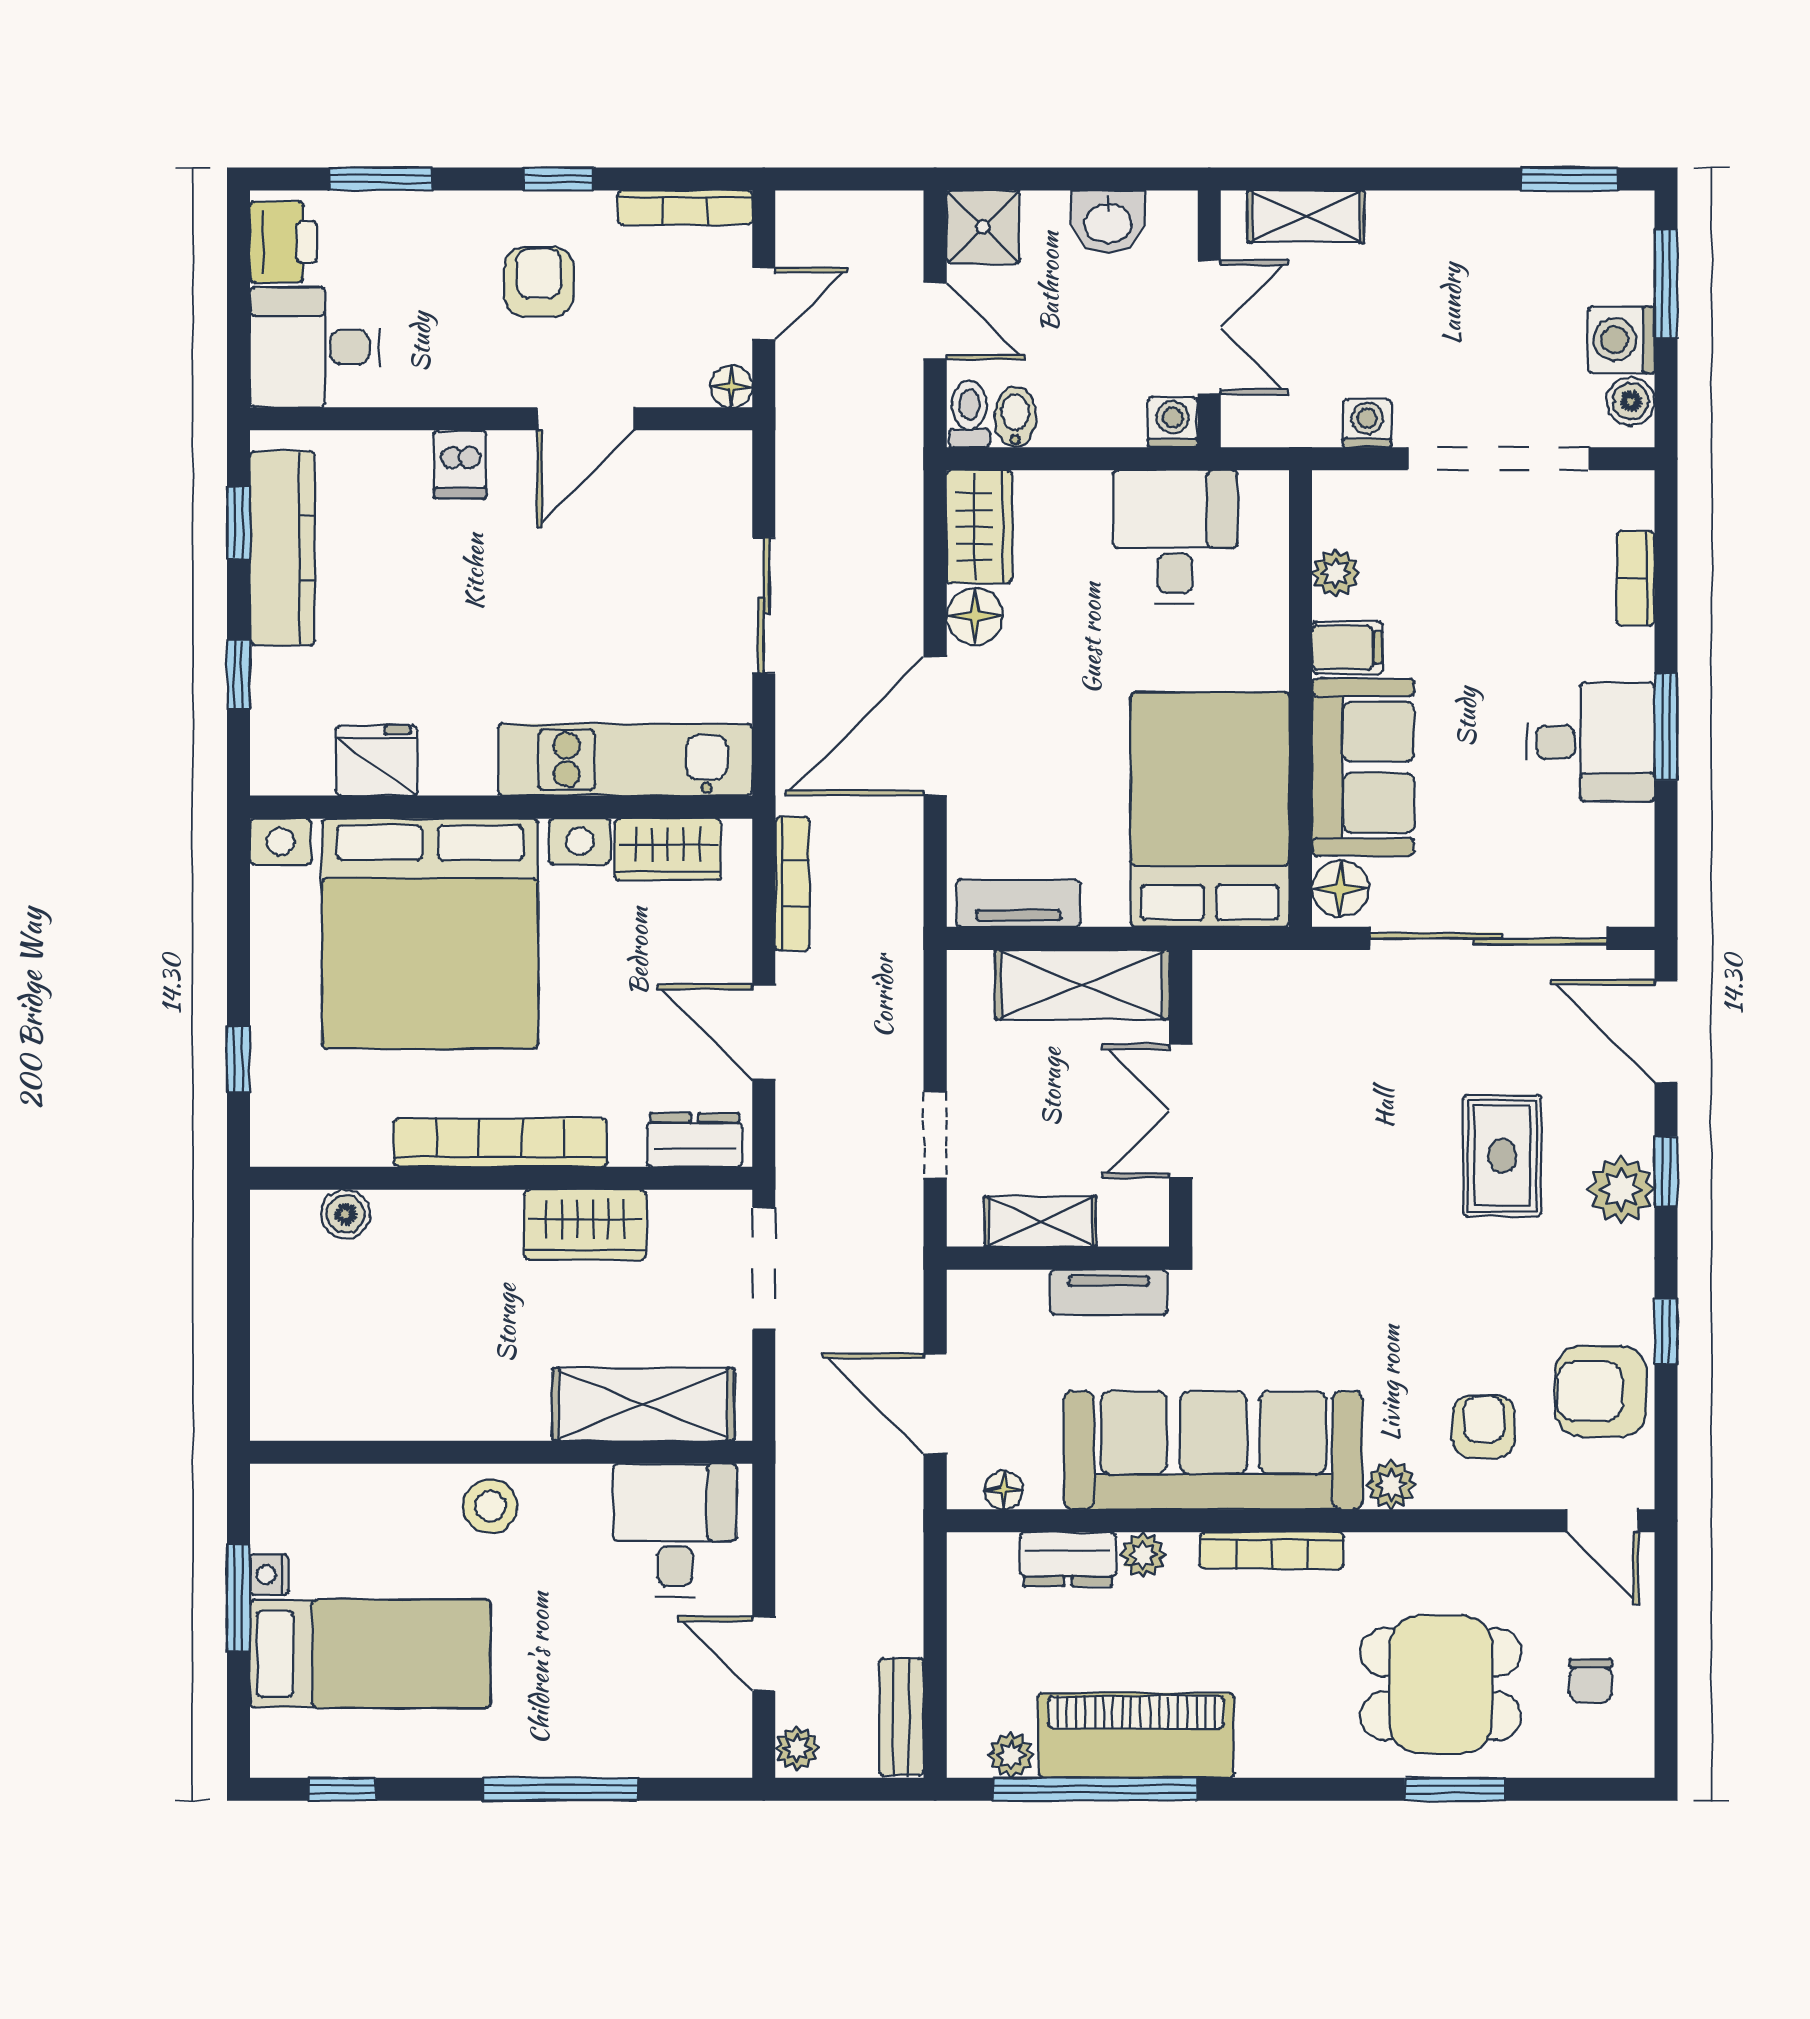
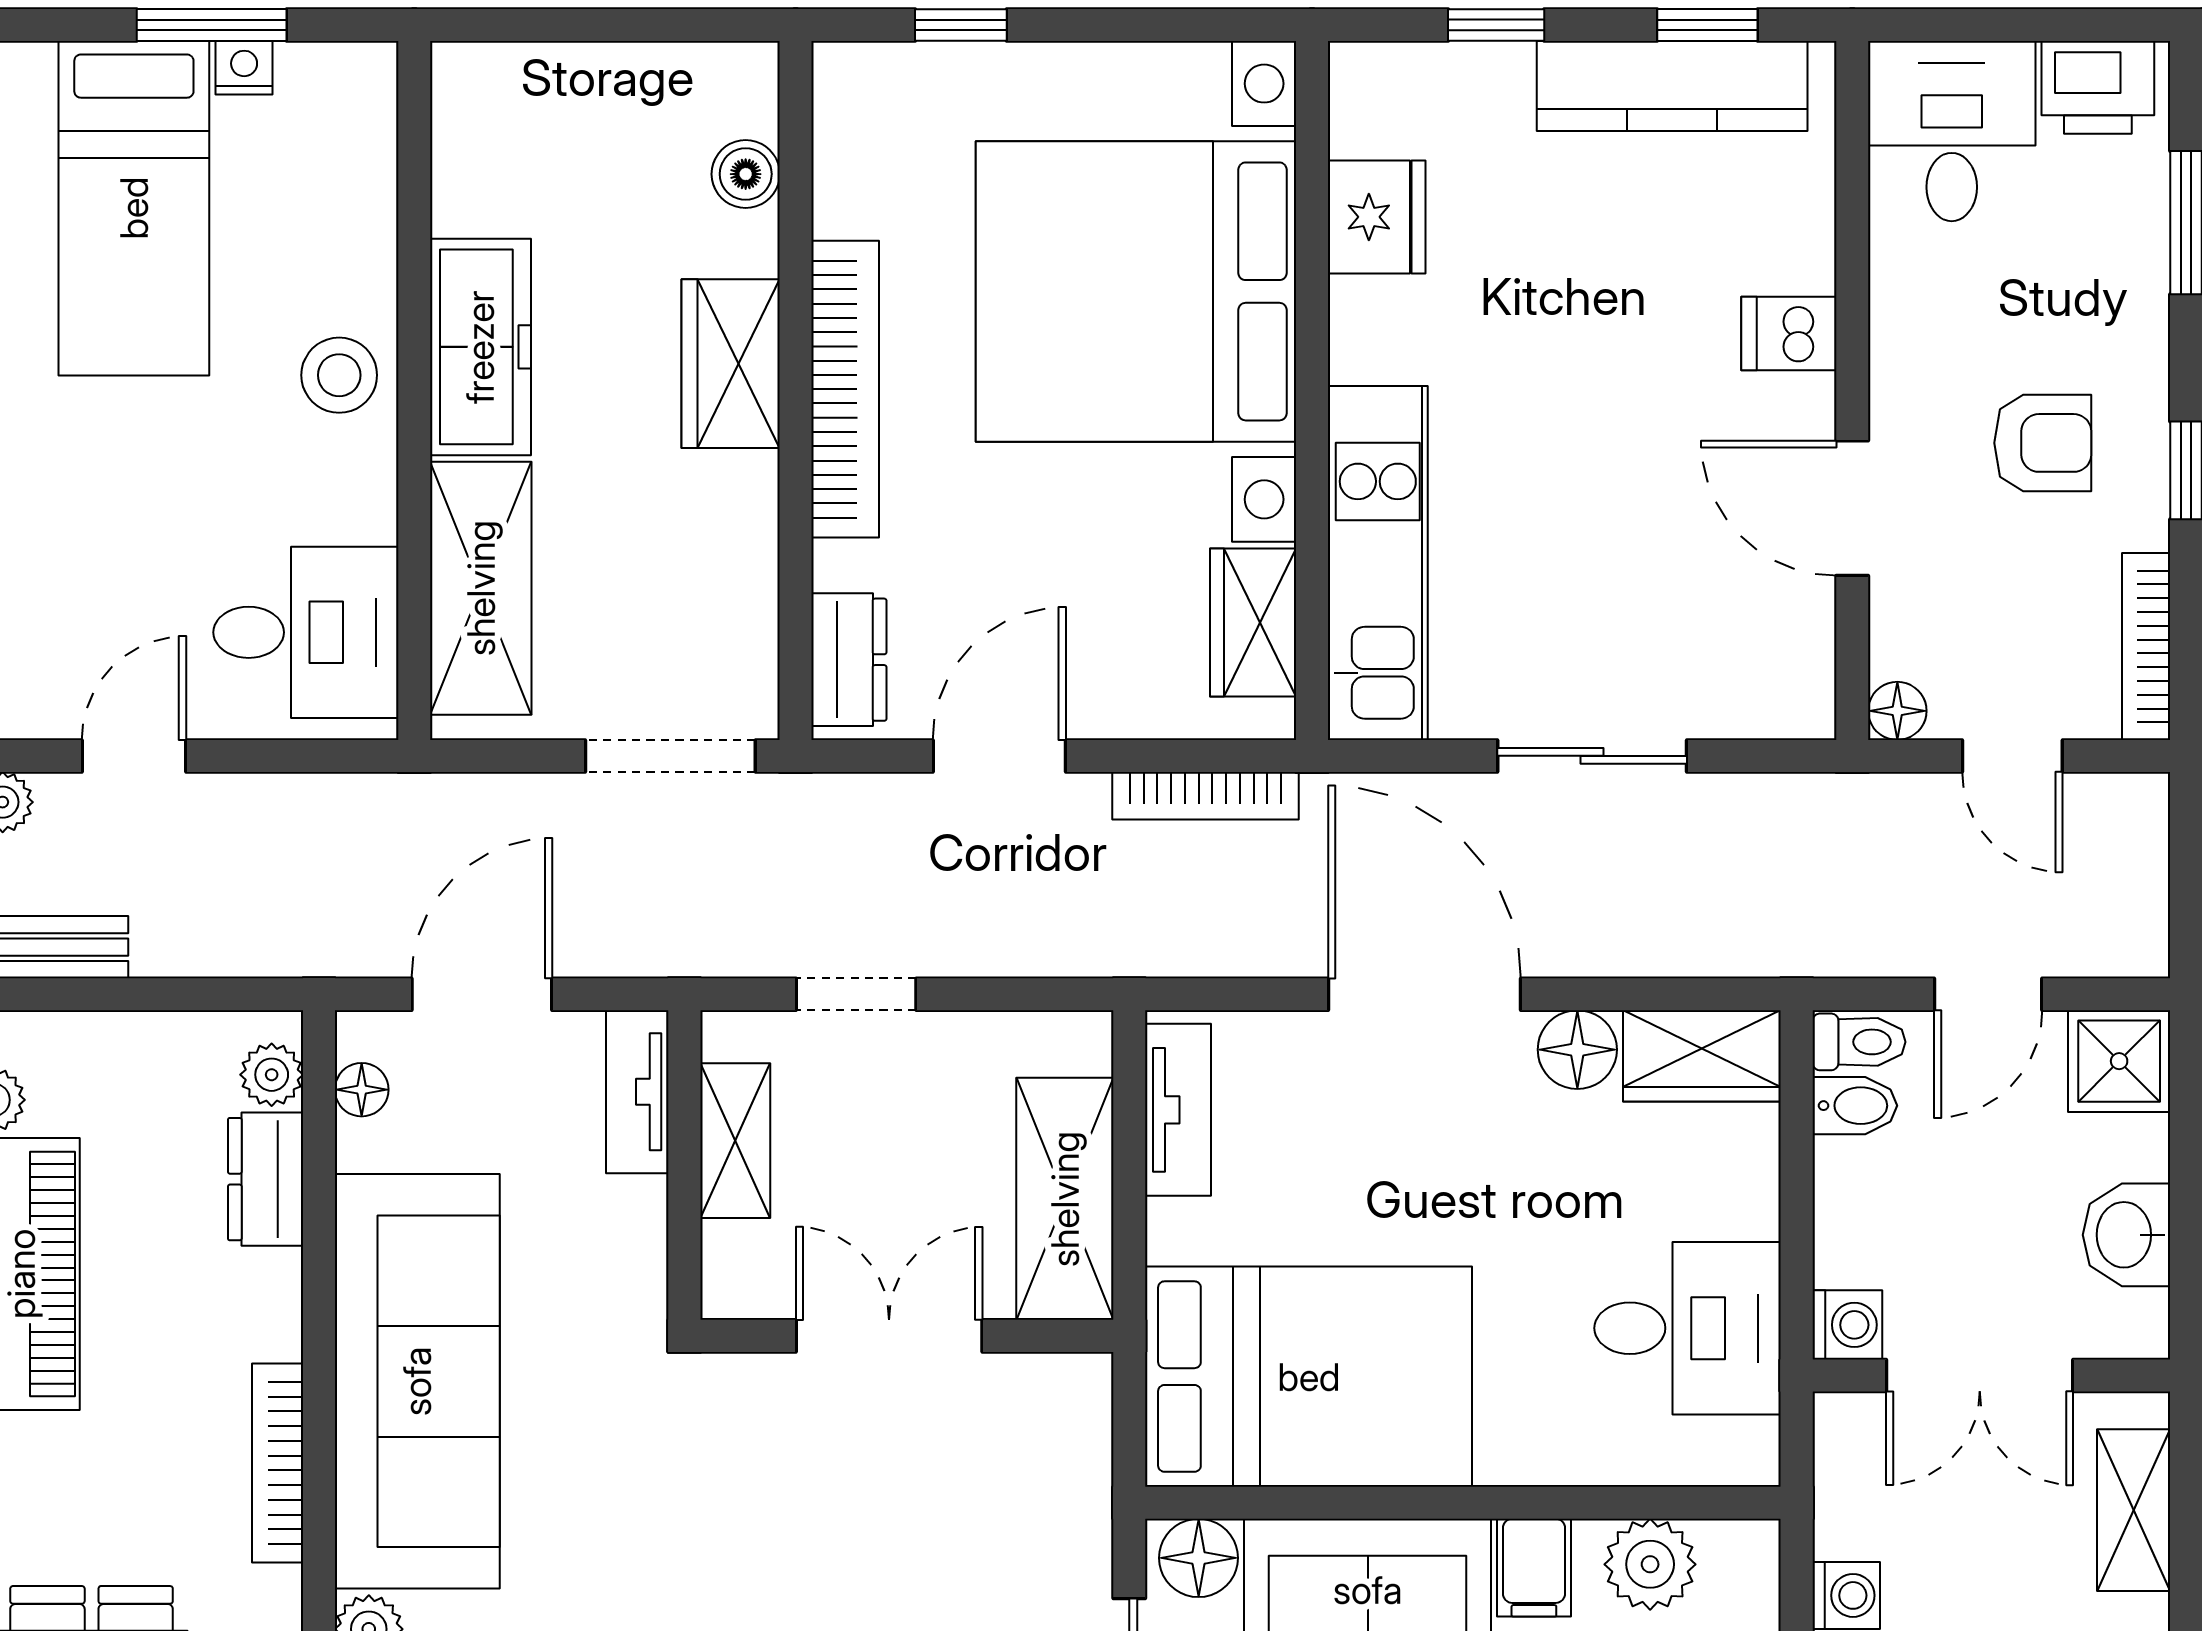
plant: (1336, 573) -> (1650, 1564), width x1.38, depth x1.38
wardrobe: (585, 1225) -> (731, 364), moved
tv unit: (1109, 1292) -> (637, 1092), moved
freezer: (470, 1405) -> (480, 347), added
plant: (1143, 1555) -> (272, 1075), moved

